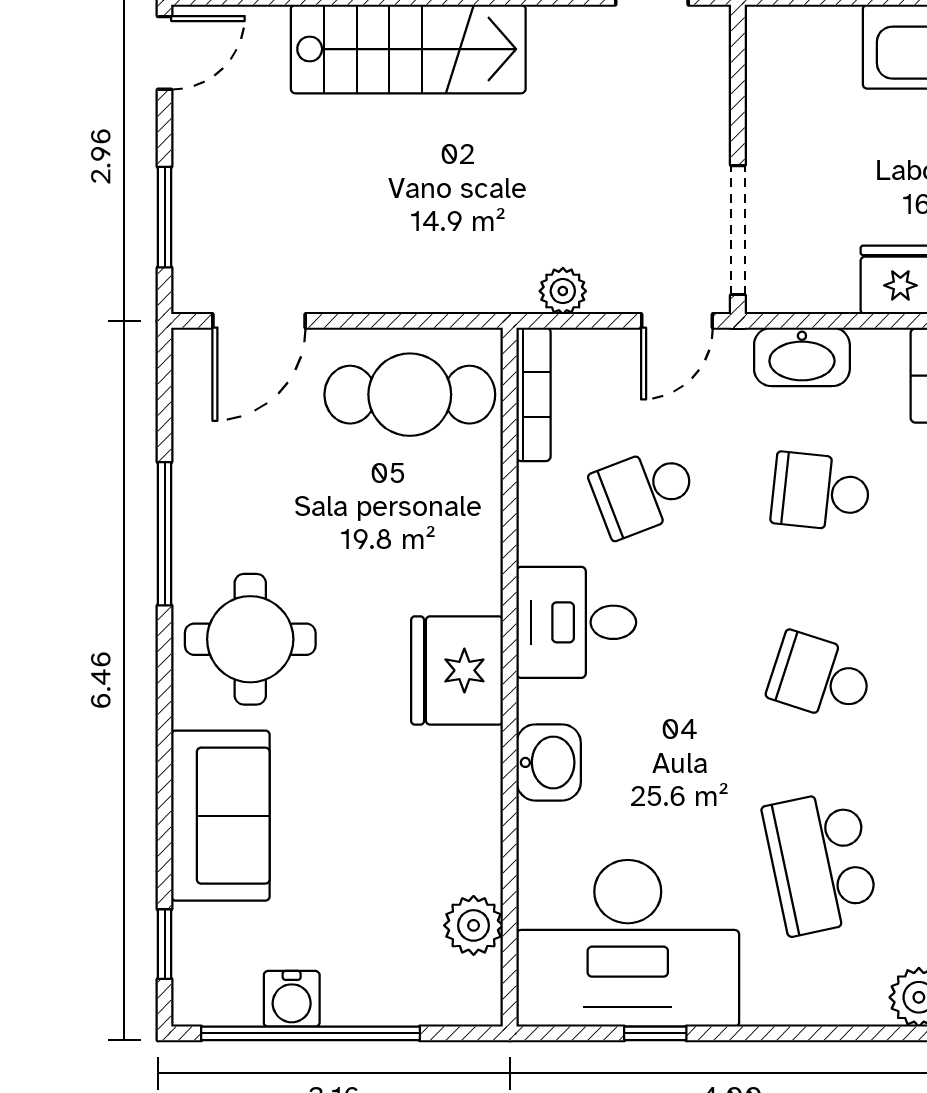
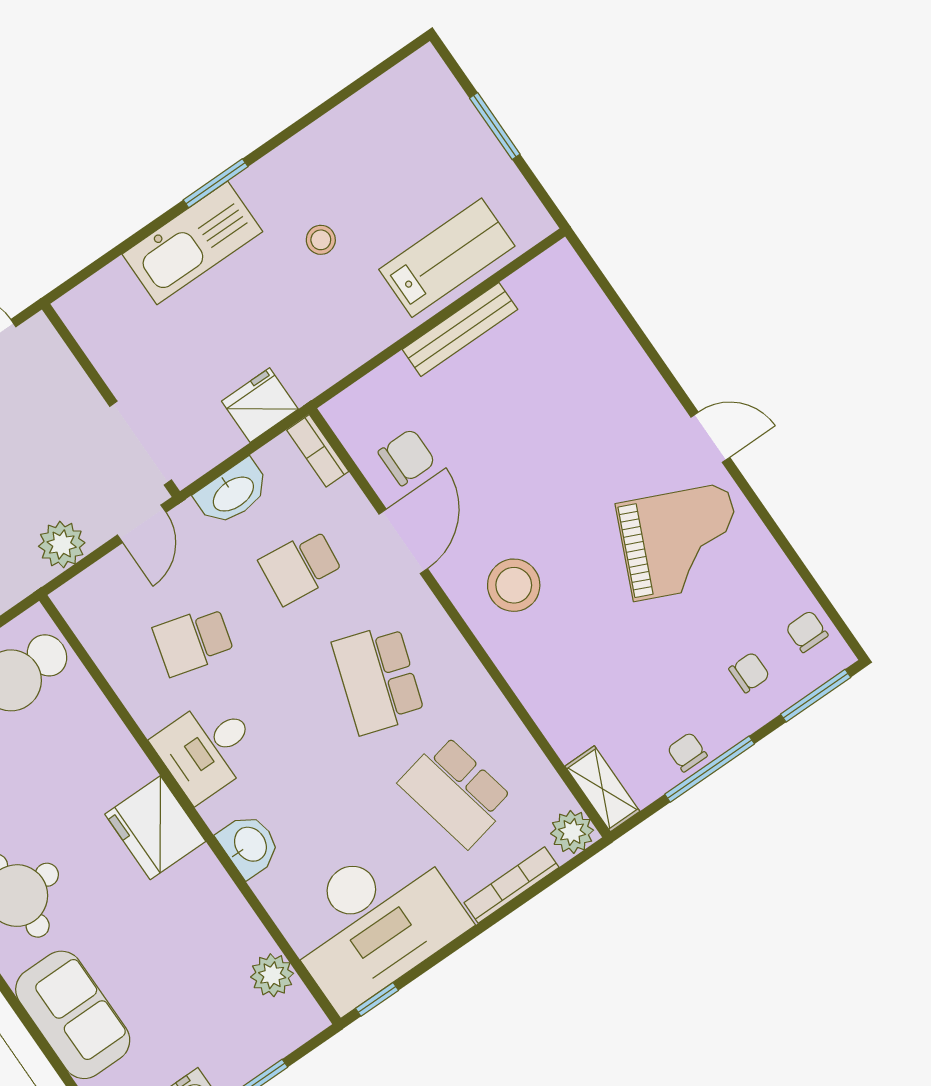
plant: (563, 291) -> (62, 545), width x1.38, depth x1.38
bookcase: (533, 394) -> (511, 885), moved, turned -90
school desk: (644, 492) -> (193, 641), turned 36
school desk: (821, 677) -> (378, 679), width x1.85
window: (655, 1033) -> (377, 999), moved

